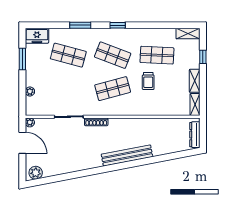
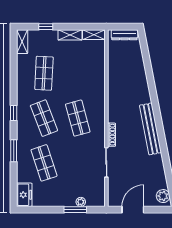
shop shelf: (68, 55) -> (44, 163), turned -33
shop shelf: (113, 55) -> (44, 118), turned -42
window: (22, 59) -> (75, 210), moved
trolley: (148, 81) -> (70, 82), removed
plant: (30, 122) -> (112, 202), removed
bench: (127, 155) -> (150, 129), moved

